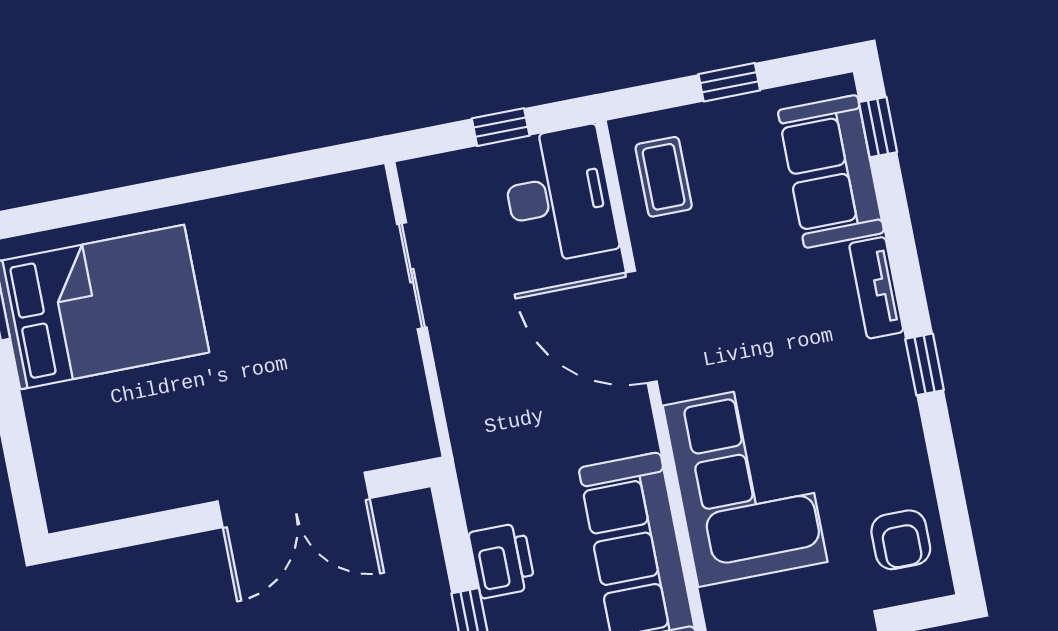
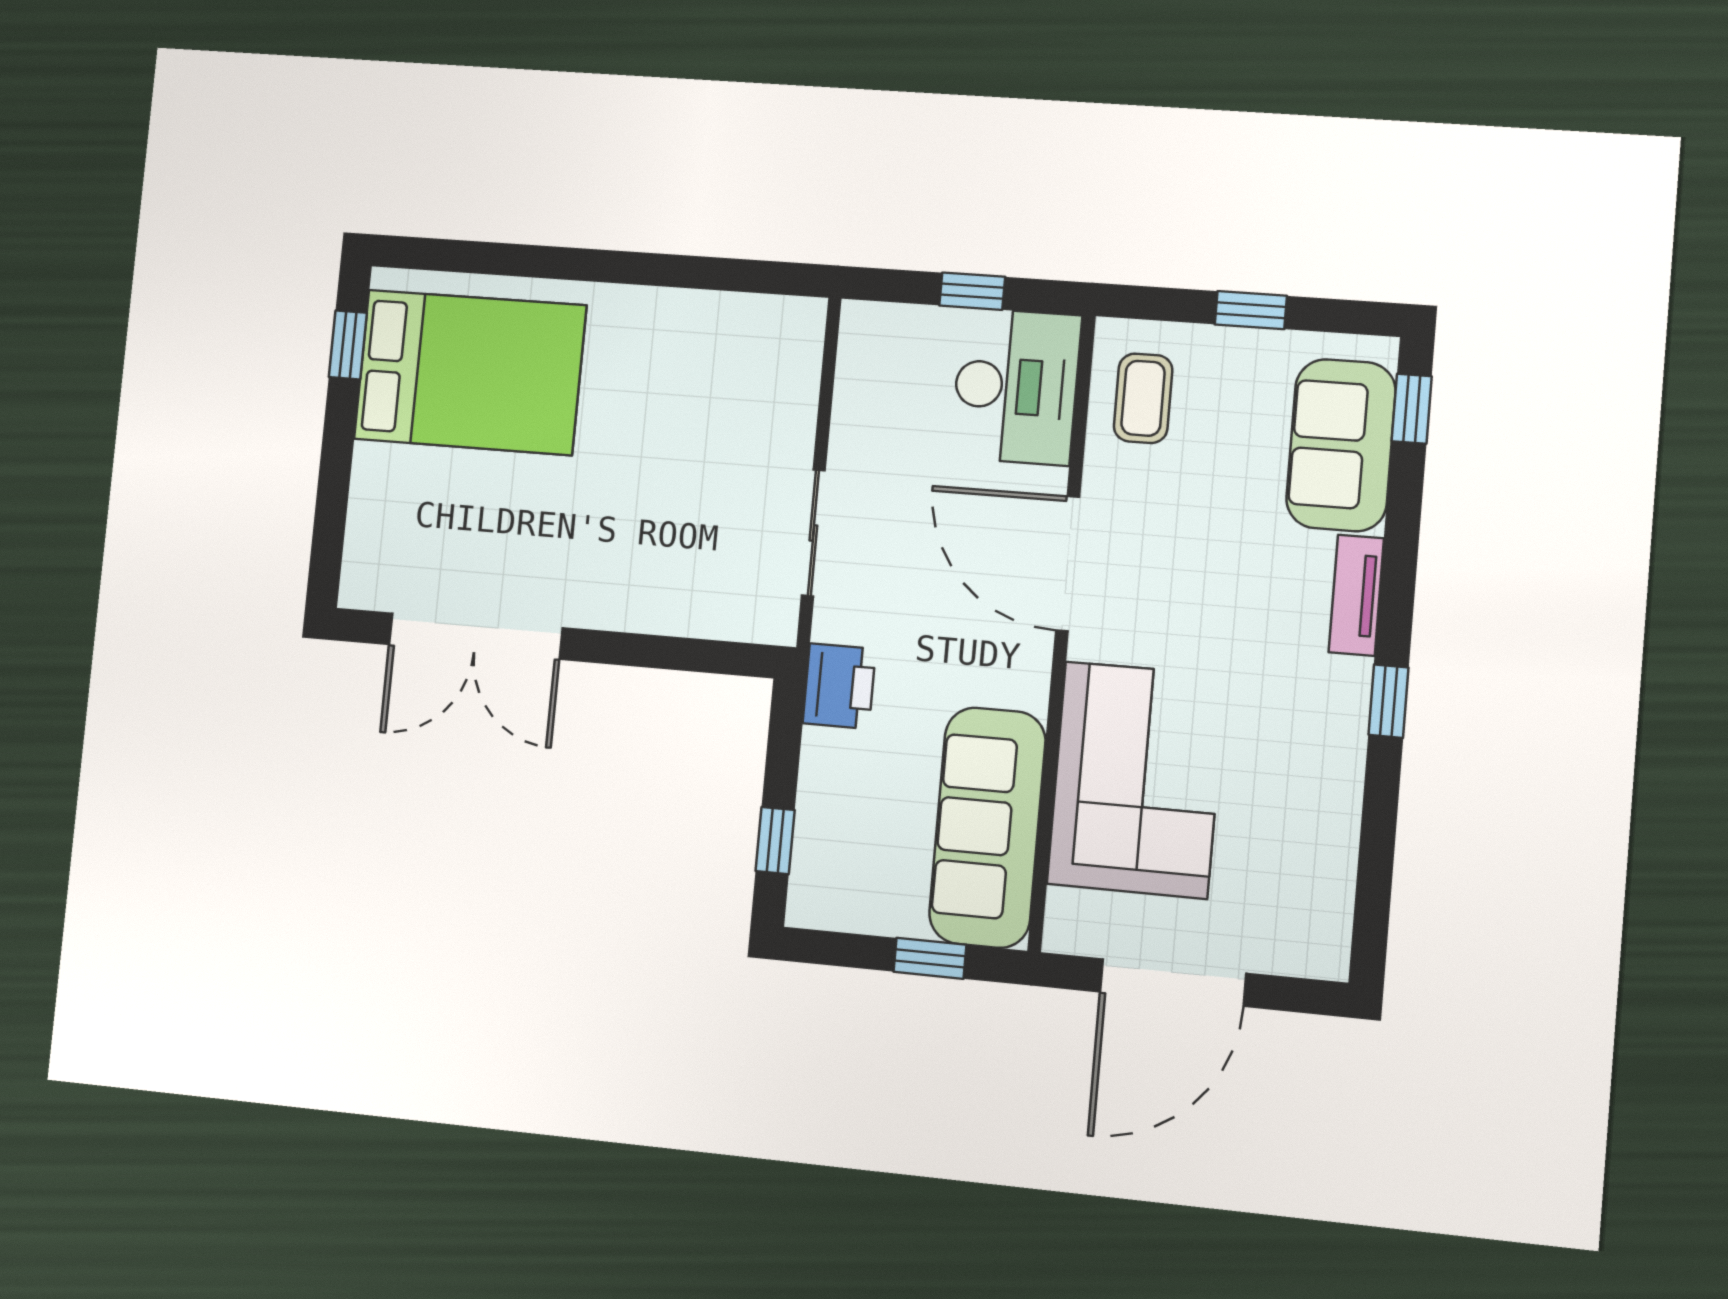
sliding door: (412, 276) -> (813, 533), moved
double door: (294, 500) -> (475, 636), moved
armchair: (901, 540) -> (1301, 899), removed
printer: (502, 560) -> (839, 686), moved

